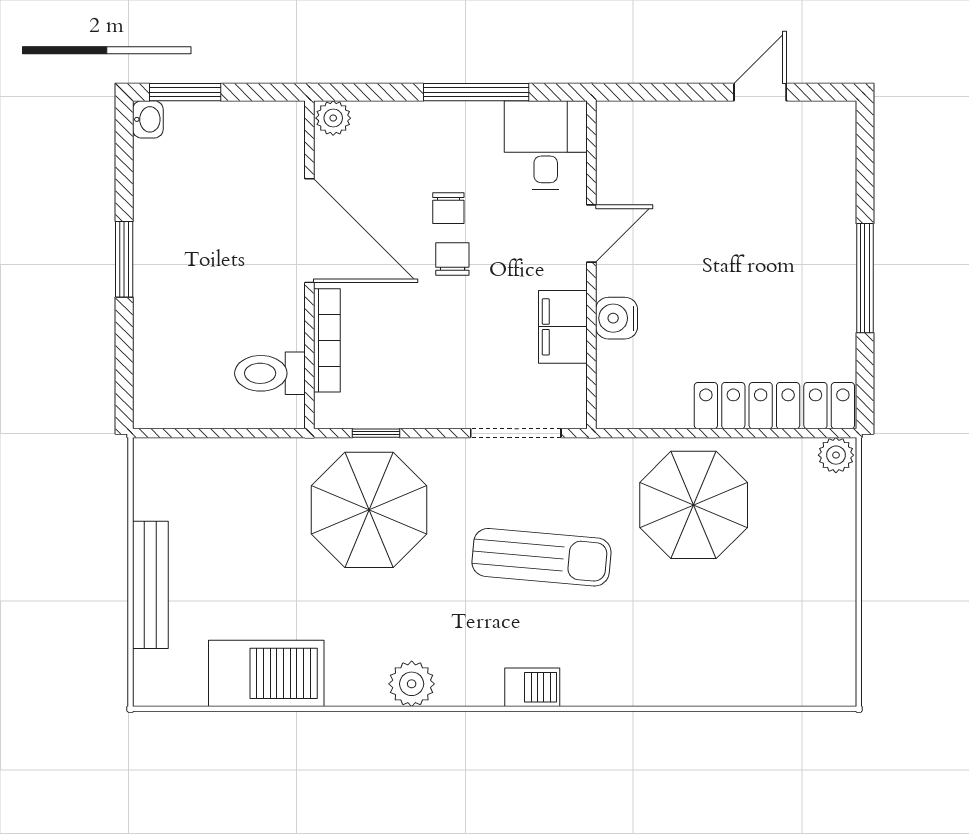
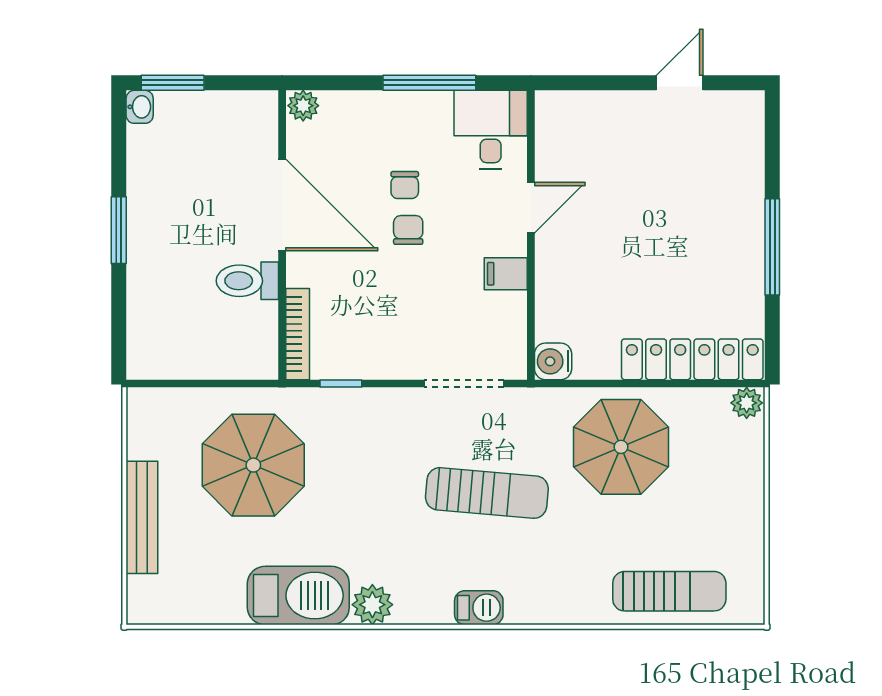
water cooler: (617, 318) -> (553, 361), moved
filing cabinet: (563, 327) -> (506, 274), width x0.50
bookcase: (327, 340) -> (298, 334), moved
toilet: (270, 373) -> (247, 281), moved
parasol: (369, 510) -> (253, 465), moved
sun lounger: (748, 669) -> (669, 591), added
barbecue: (266, 673) -> (298, 595), moved

